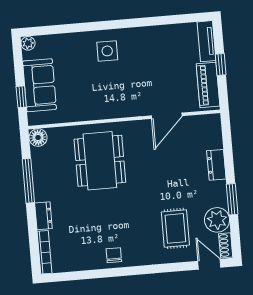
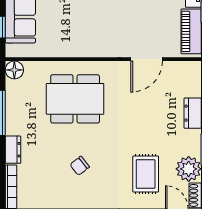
dining table: (100, 161) -> (75, 99), turned 90
chair: (114, 255) -> (80, 166), moved, turned -128

